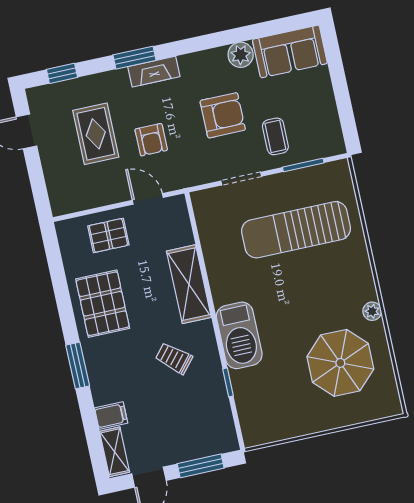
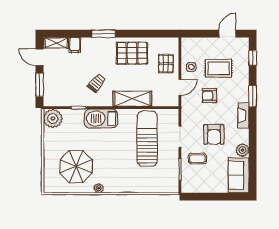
fireplace: (154, 72) -> (244, 115), moved
side table: (104, 186) -> (191, 67), added
sun lounger: (296, 230) -> (147, 139), moved
plant: (259, 427) -> (53, 118), added

